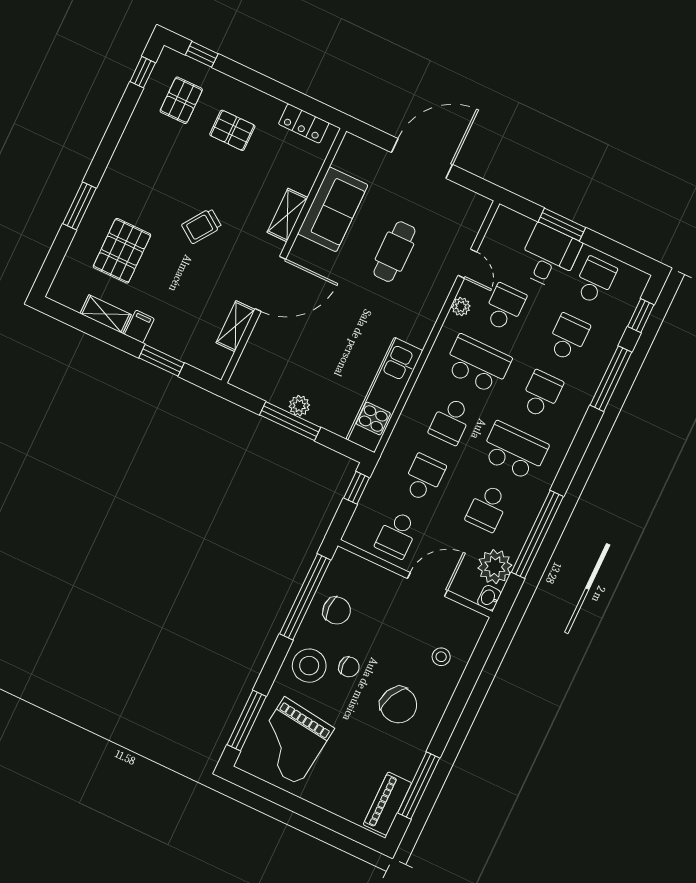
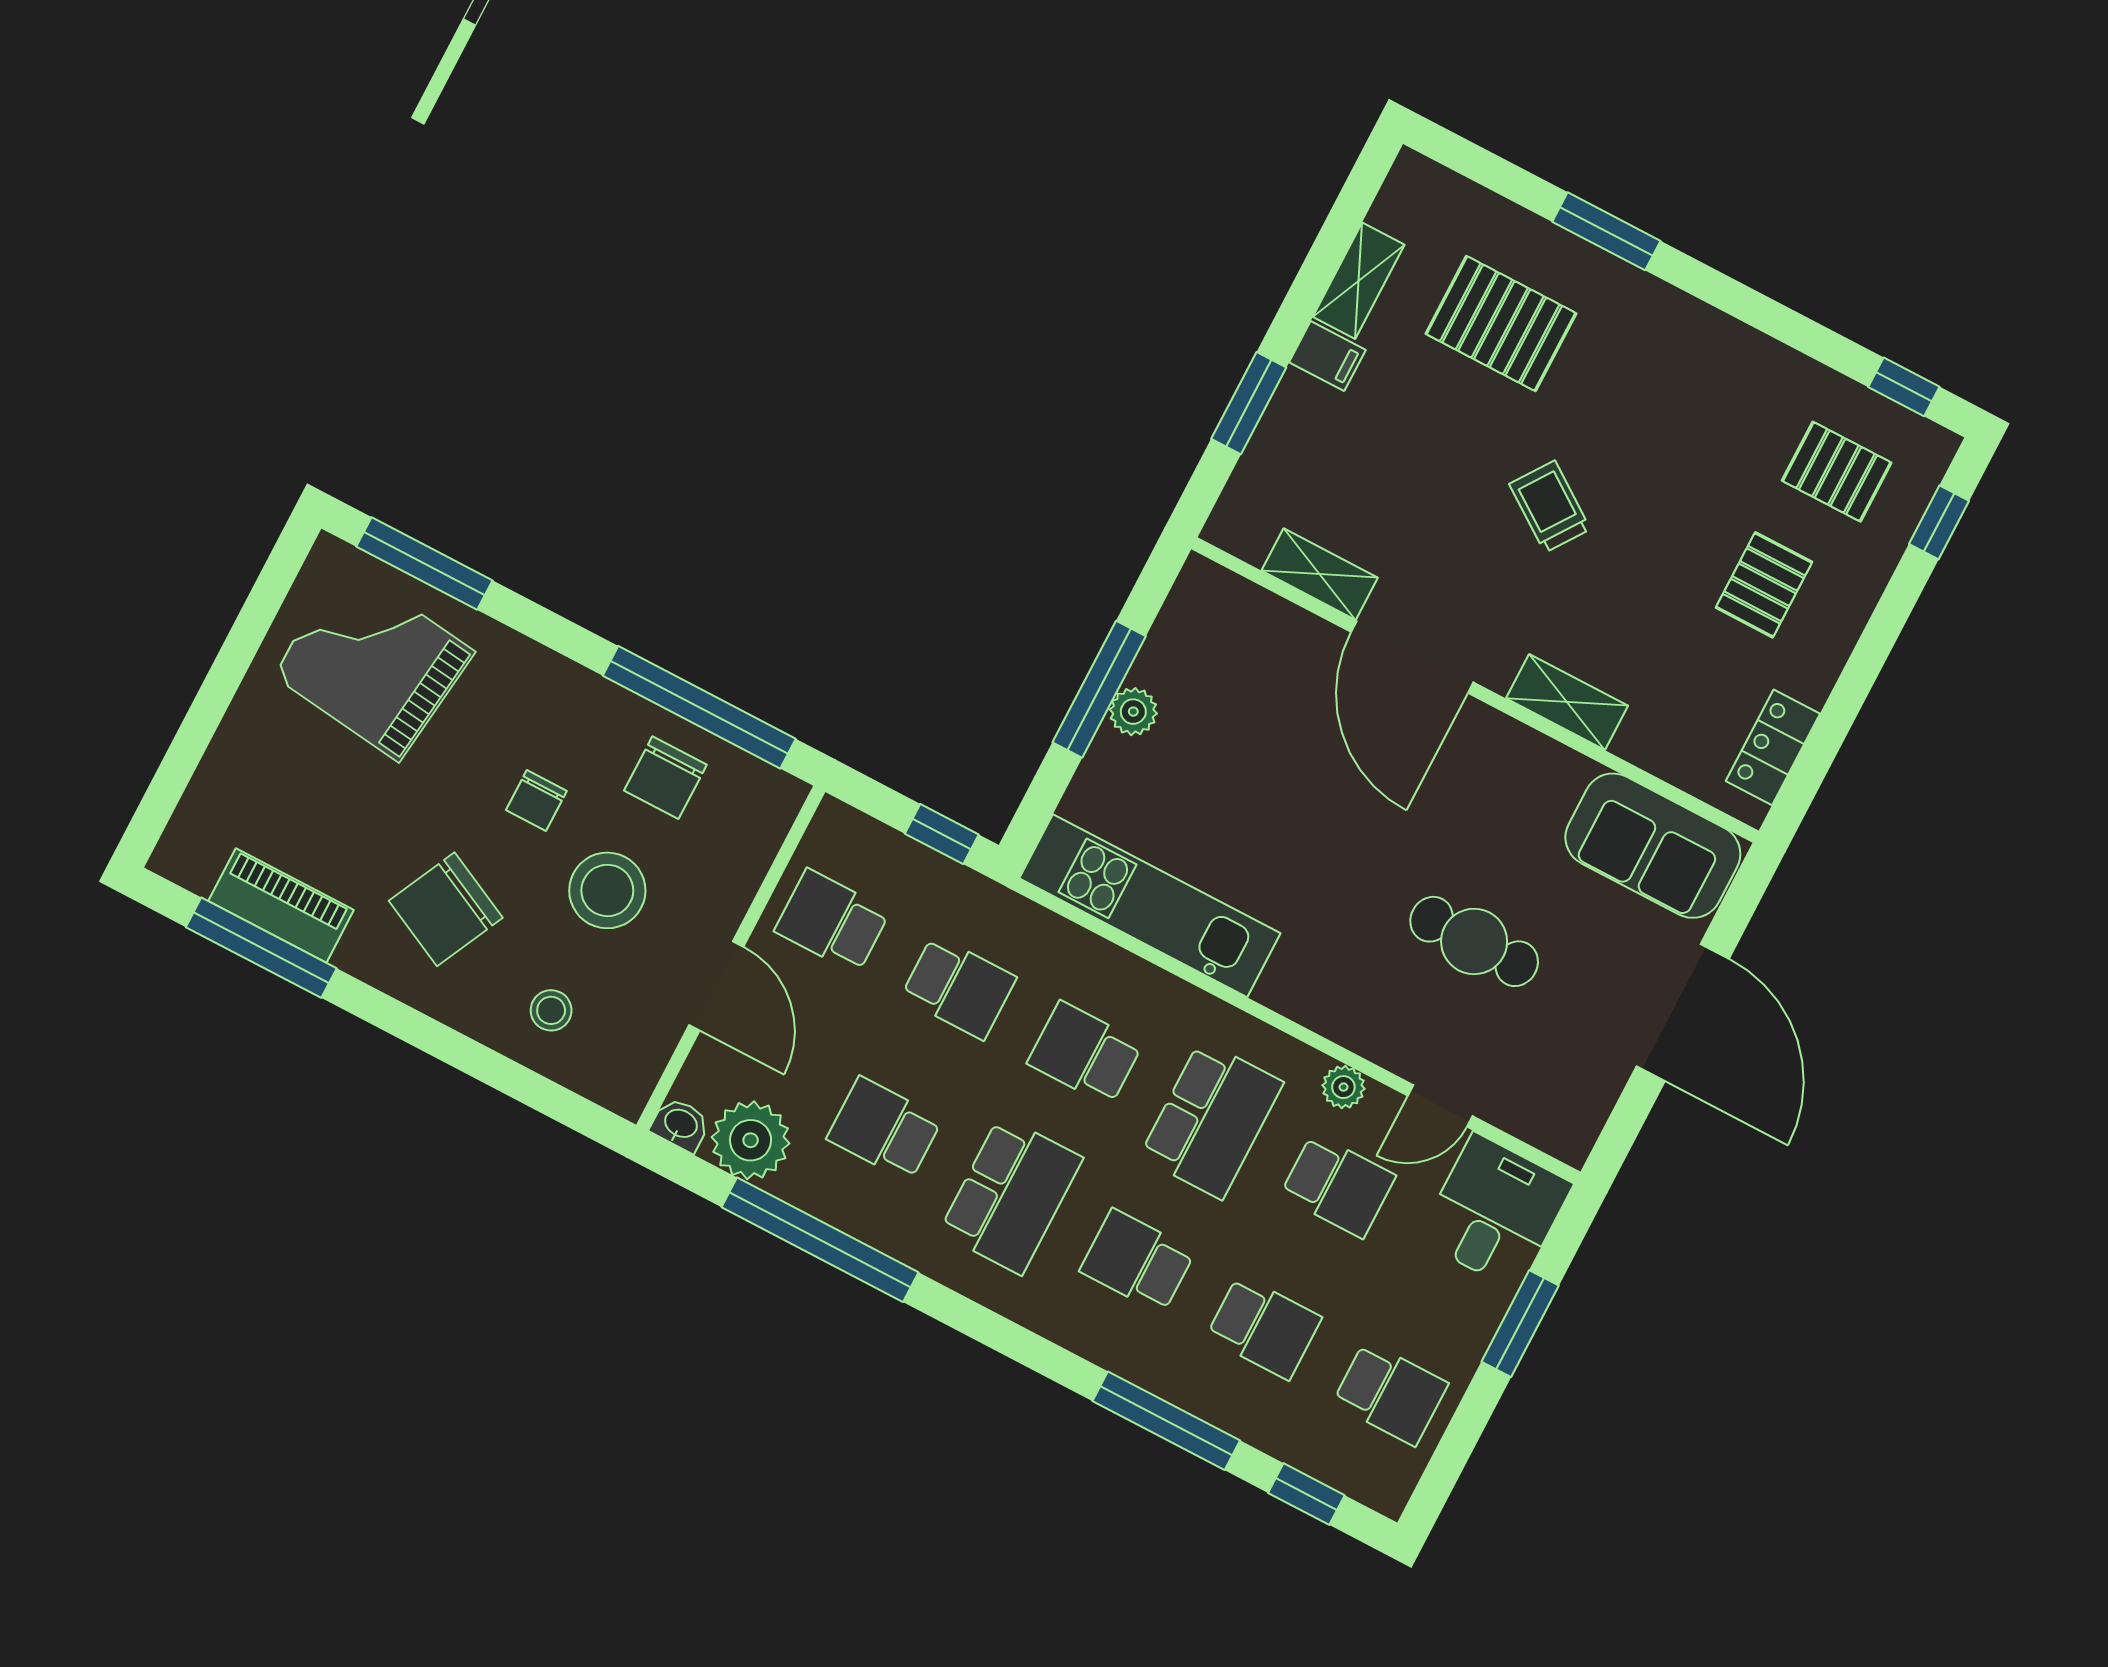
sofa: (333, 209) -> (1653, 846), moved
desk: (549, 257) -> (1495, 1212), moved, turned -90
school desk: (541, 394) -> (1137, 1261), turned 180
stool: (309, 666) -> (607, 890), moved
piano: (387, 804) -> (281, 905), moved

